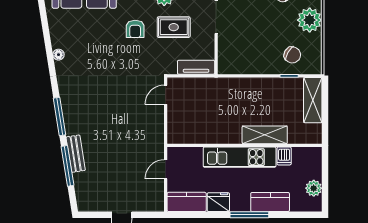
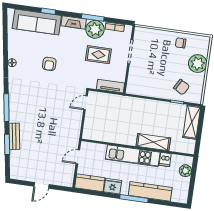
armchair: (135, 29) -> (49, 64), moved
window: (67, 166) -> (7, 144), width x0.69
plant: (314, 188) -> (185, 171), moved
kitchen counter: (270, 202) -> (150, 191), width x1.50

